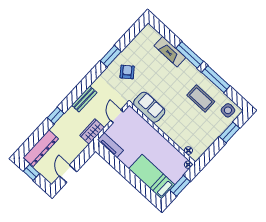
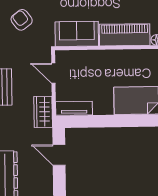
piano: (174, 132) -> (125, 35), added
door: (68, 174) -> (59, 155), moved

